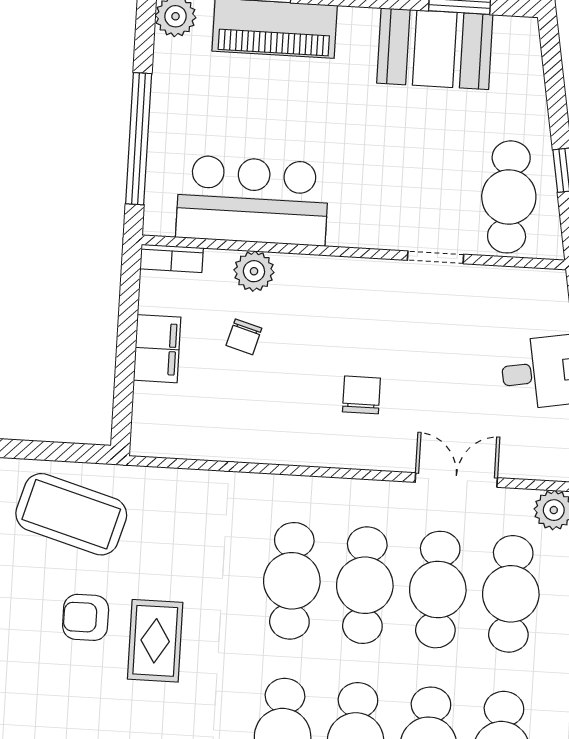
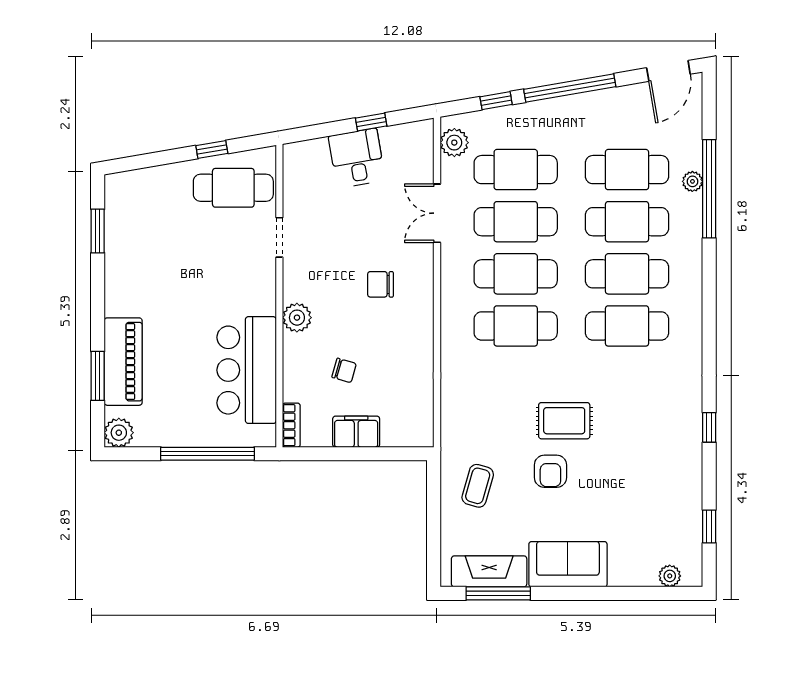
booth: (435, 49) -> (131, 247), removed
plant: (254, 271) -> (297, 318), moved
coffee table: (71, 514) -> (478, 486), width x0.54, depth x0.58

